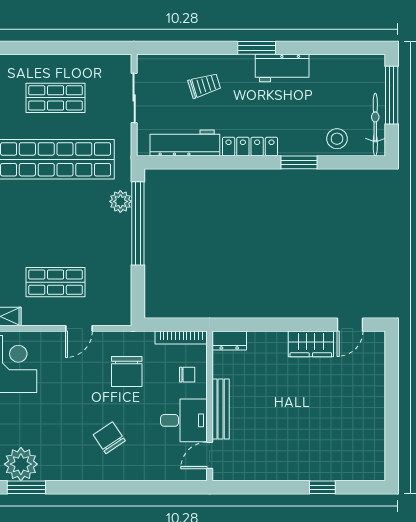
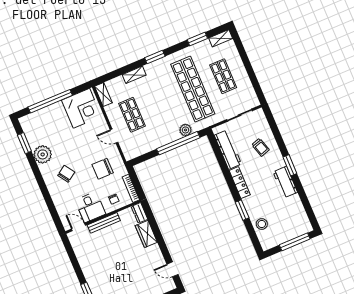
bicycle: (375, 125) -> (277, 240), removed
wardrobe: (311, 344) -> (146, 234), moved
plant: (21, 464) -> (43, 154), moved

